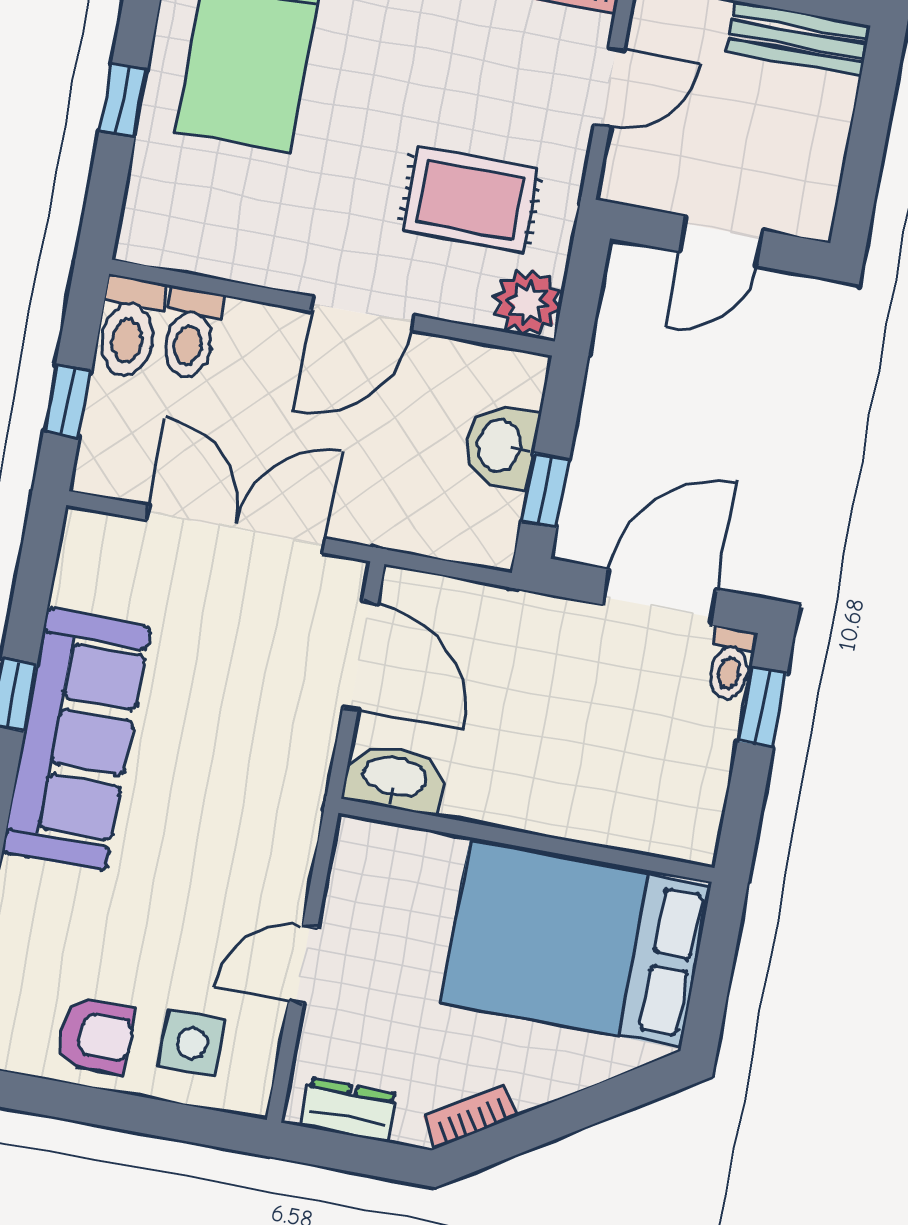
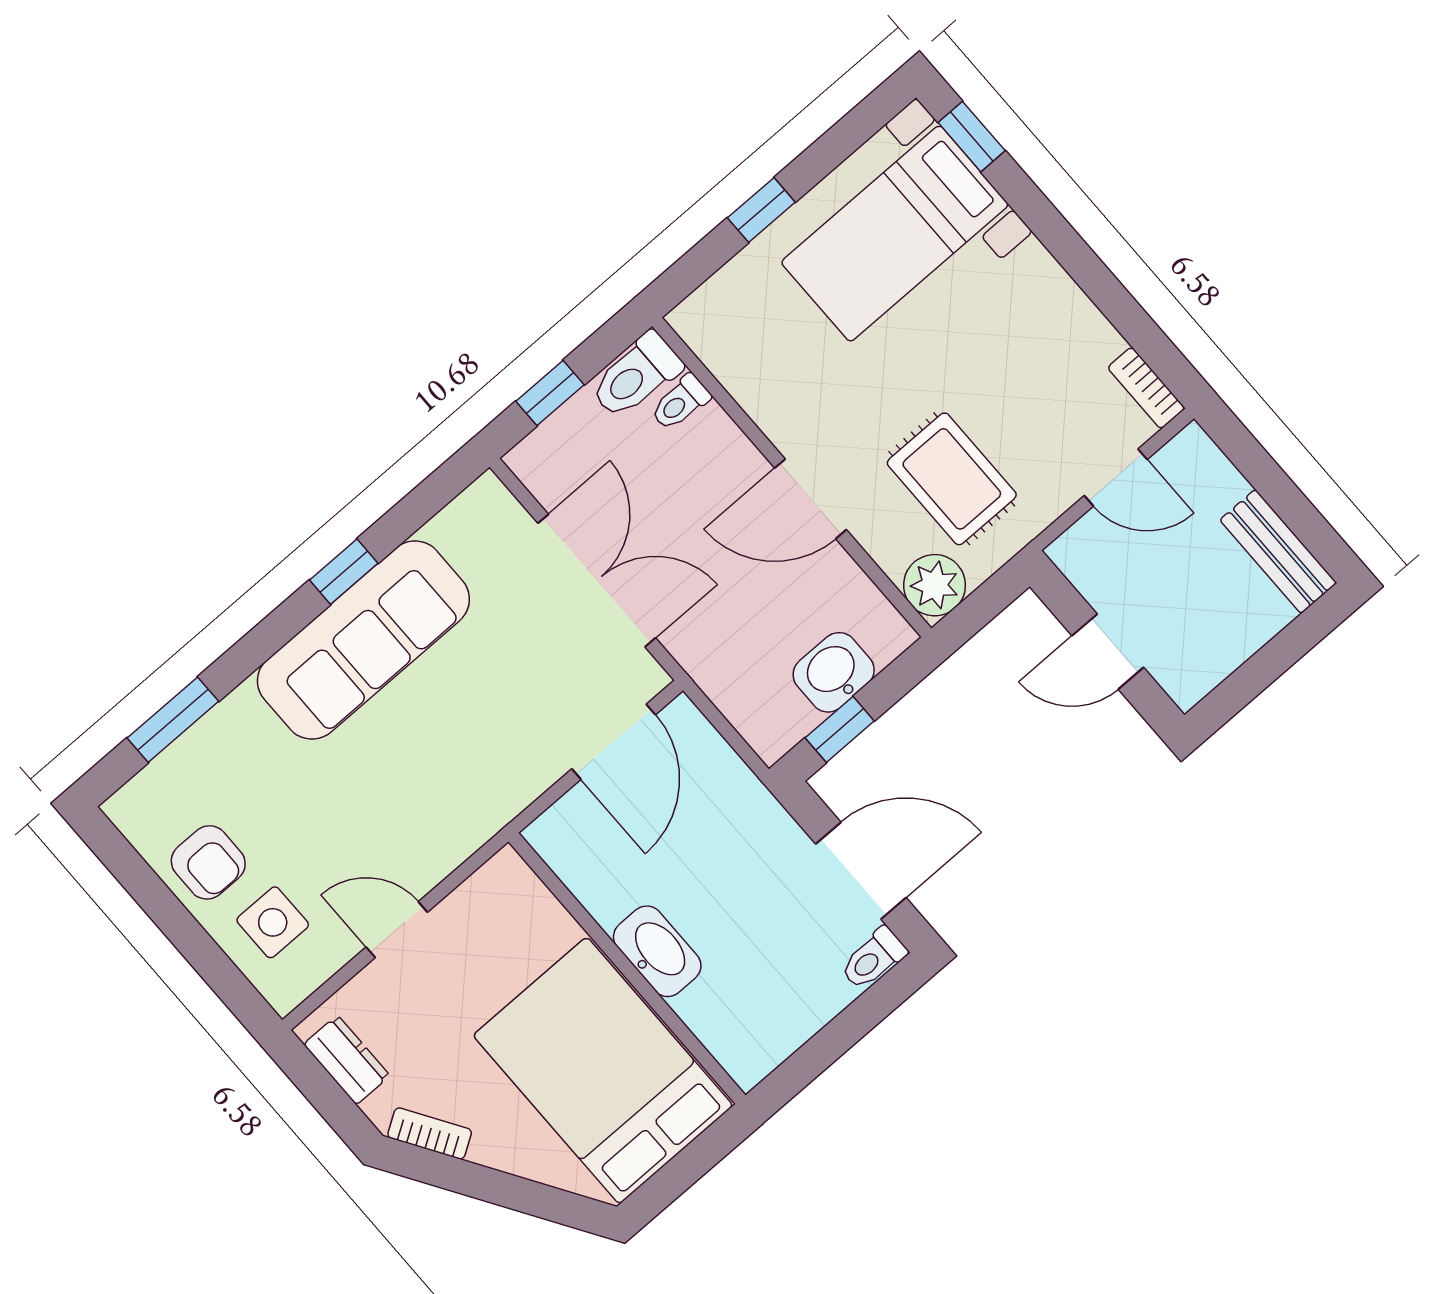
toilet: (190, 333) -> (680, 403), width x0.73, depth x0.72
window: (762, 707) -> (871, 1008), removed
washbasin: (395, 778) -> (657, 951), moved

